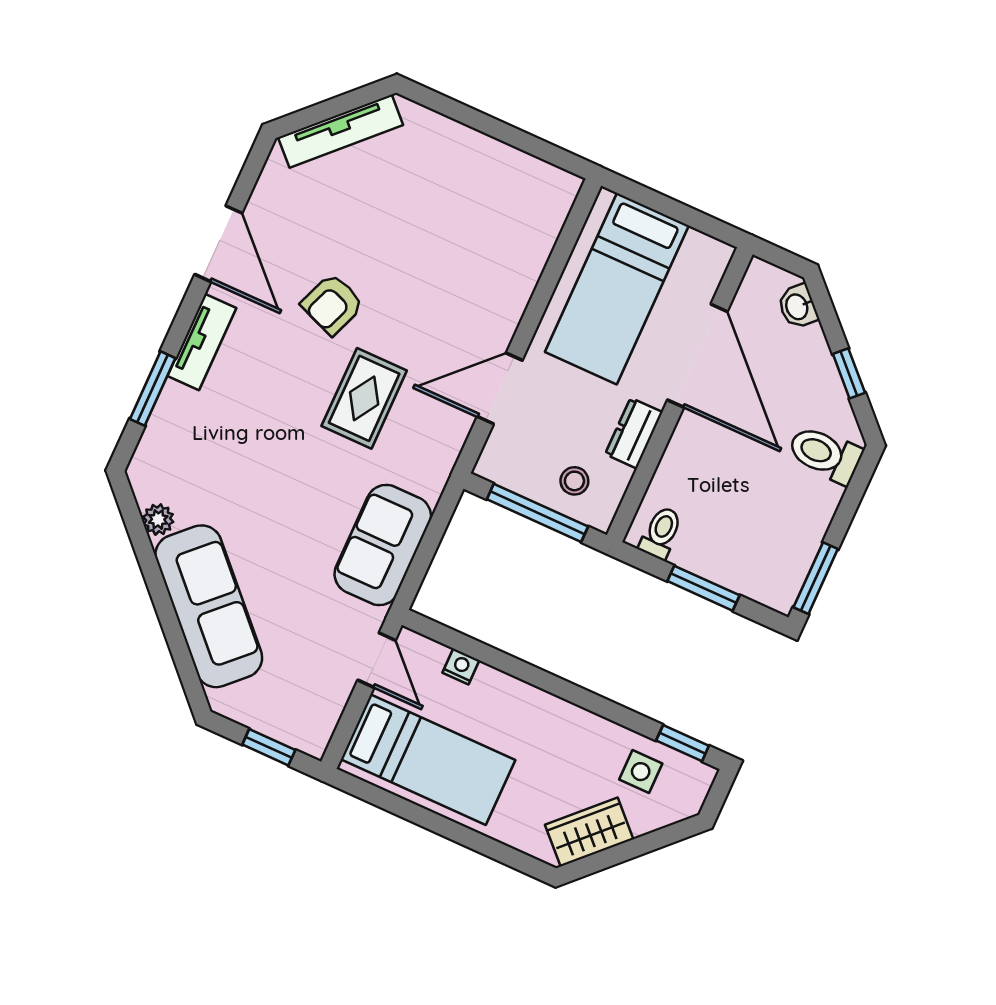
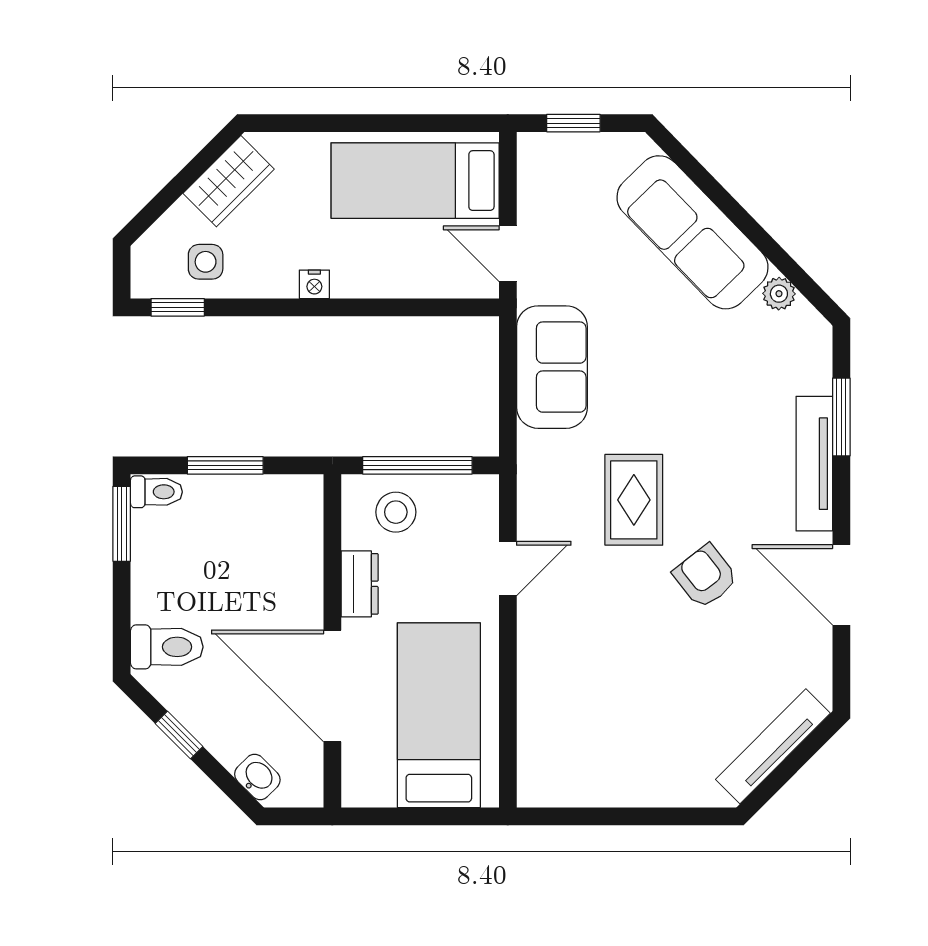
armchair: (332, 304) -> (705, 576), turned -59
tv unit: (202, 342) -> (814, 464), width x1.41
door: (500, 388) -> (508, 568), width x0.73
stool: (574, 481) -> (396, 512), width x1.37, depth x1.37
toilet: (661, 533) -> (156, 492), moved, turned -90
nightstand: (461, 667) -> (314, 284), moved

